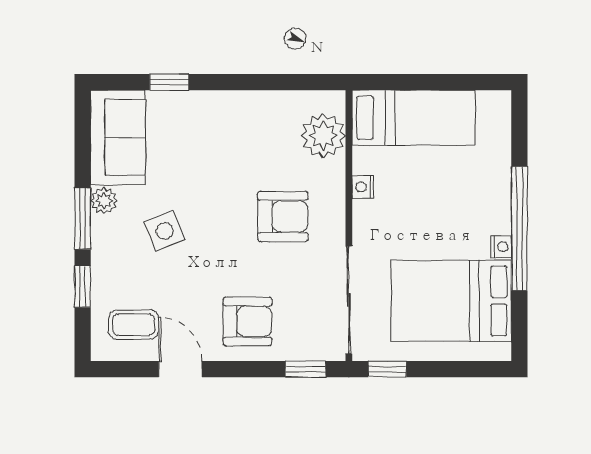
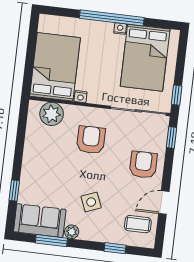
bed: (413, 118) -> (55, 67), width x1.50
window: (83, 219) -> (51, 241), moved
coffee table: (134, 325) -> (138, 224), turned 90

